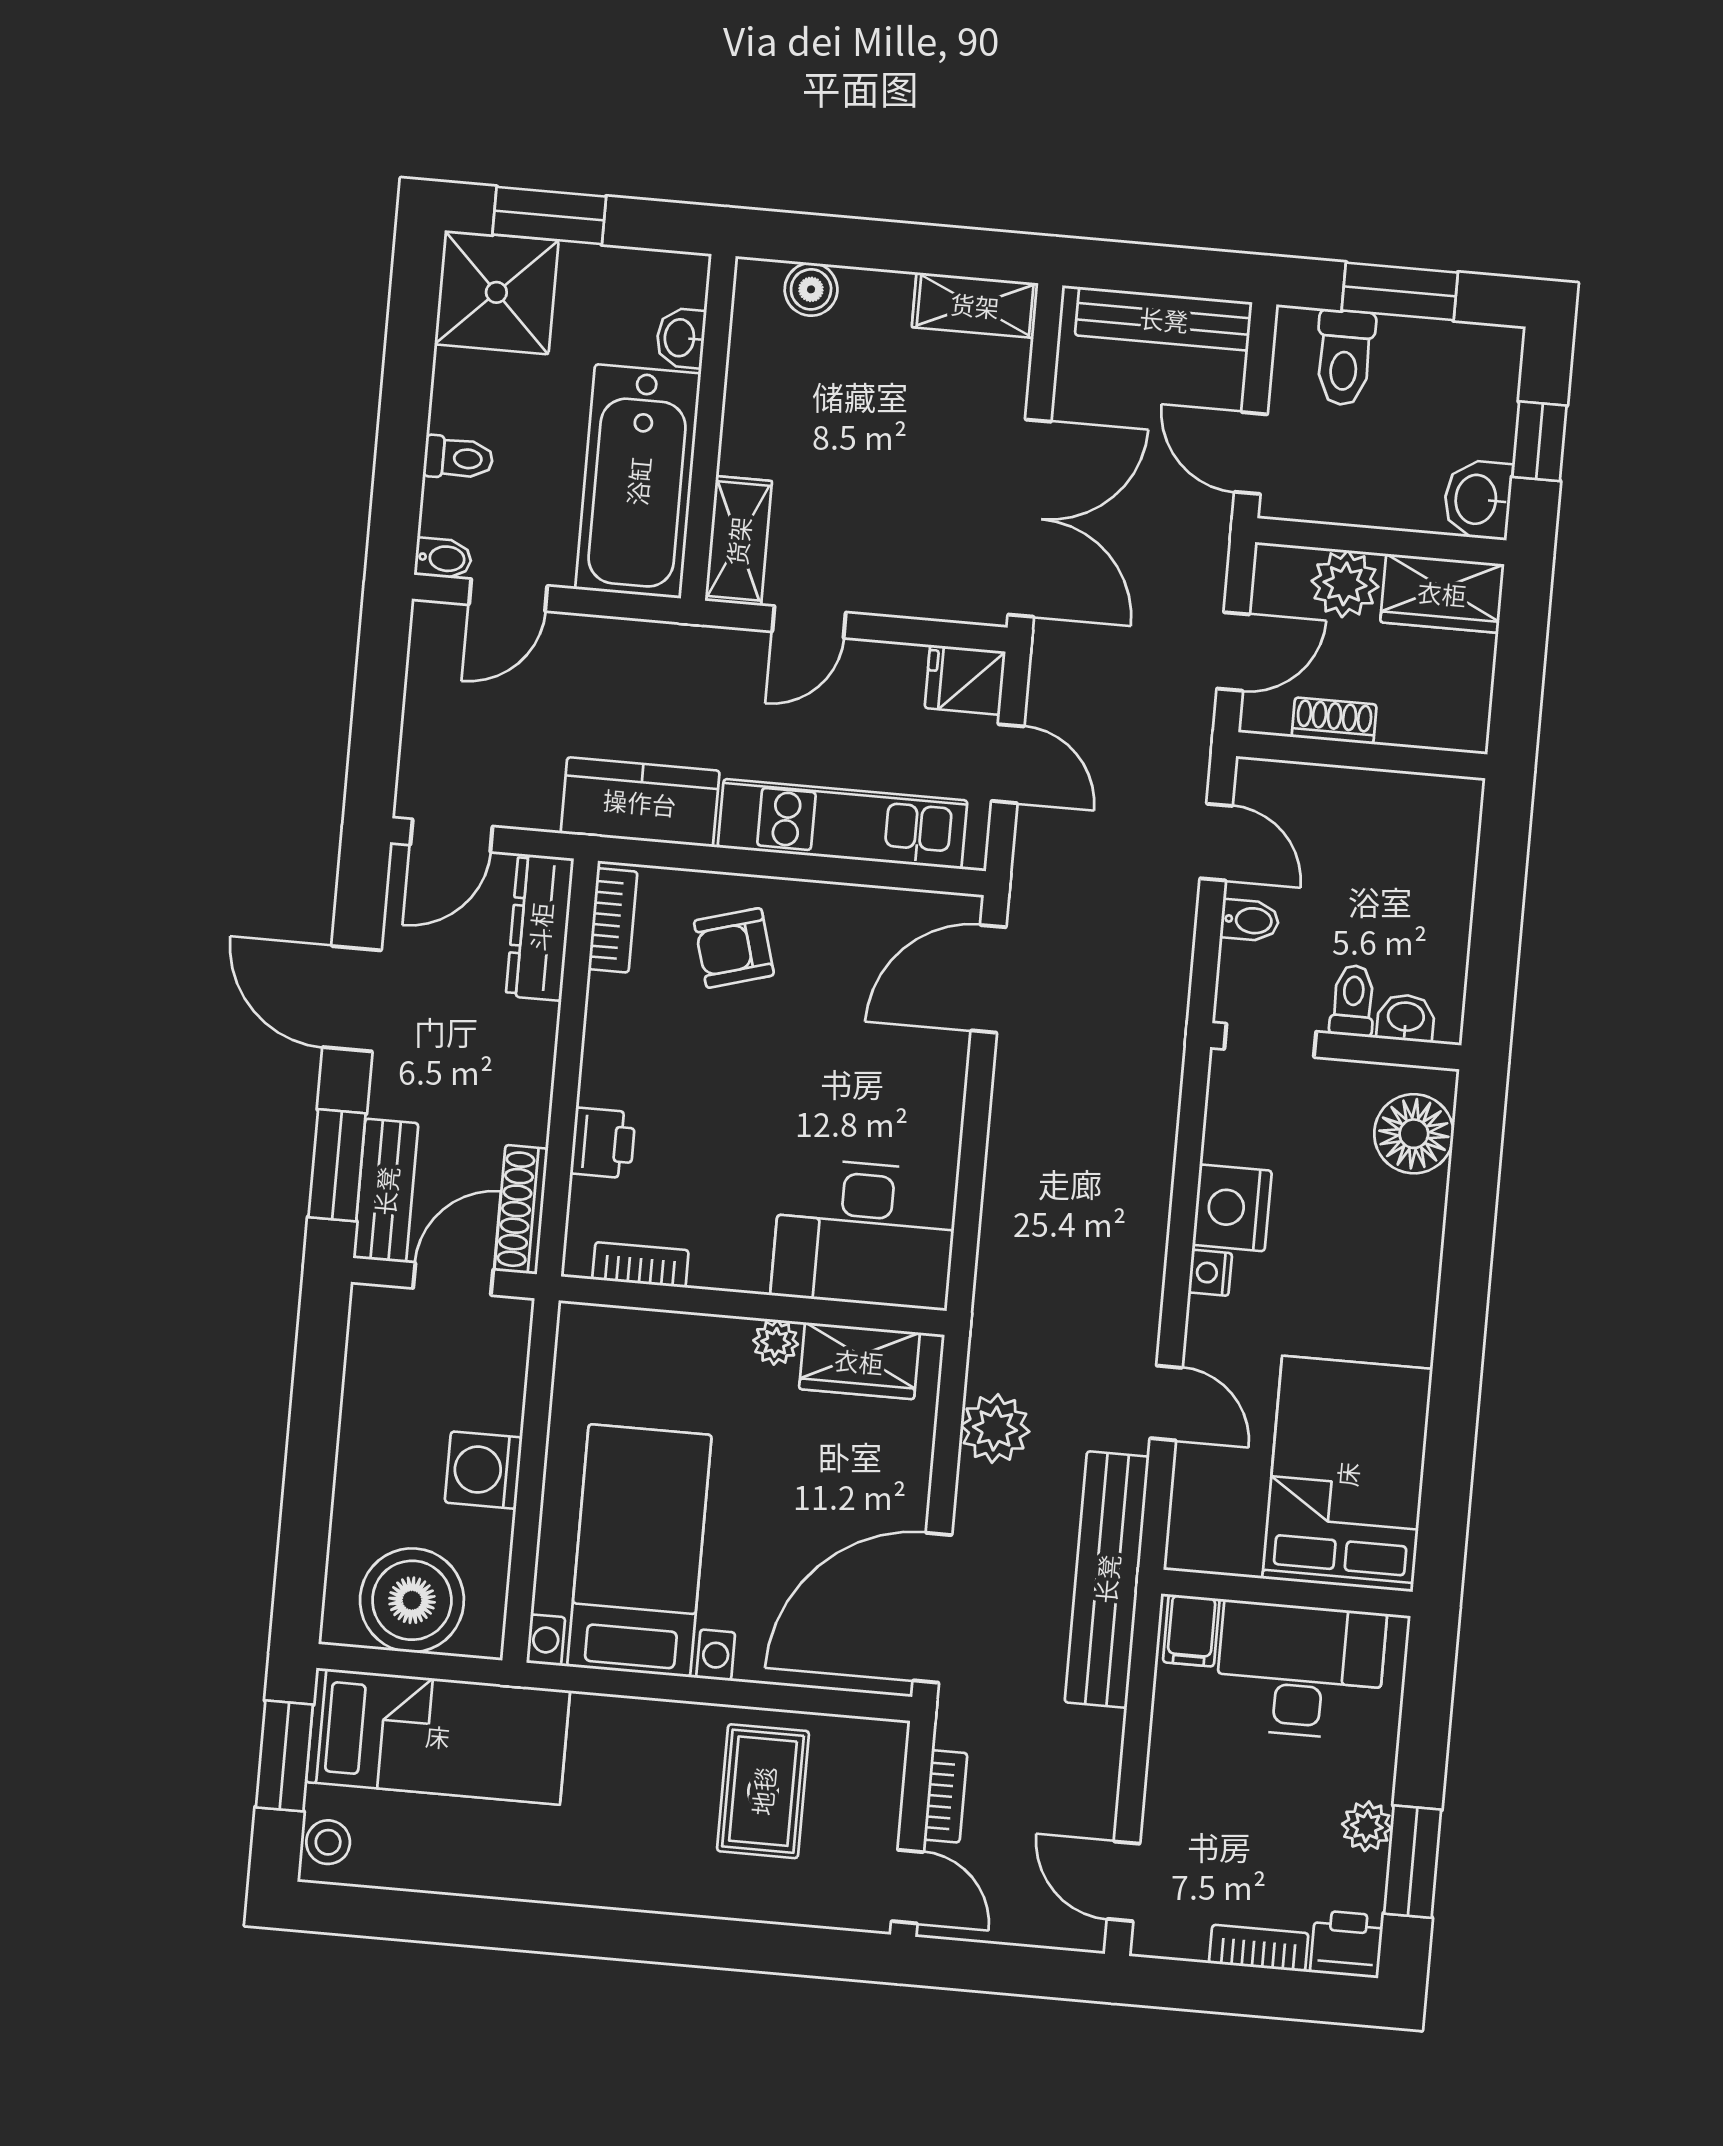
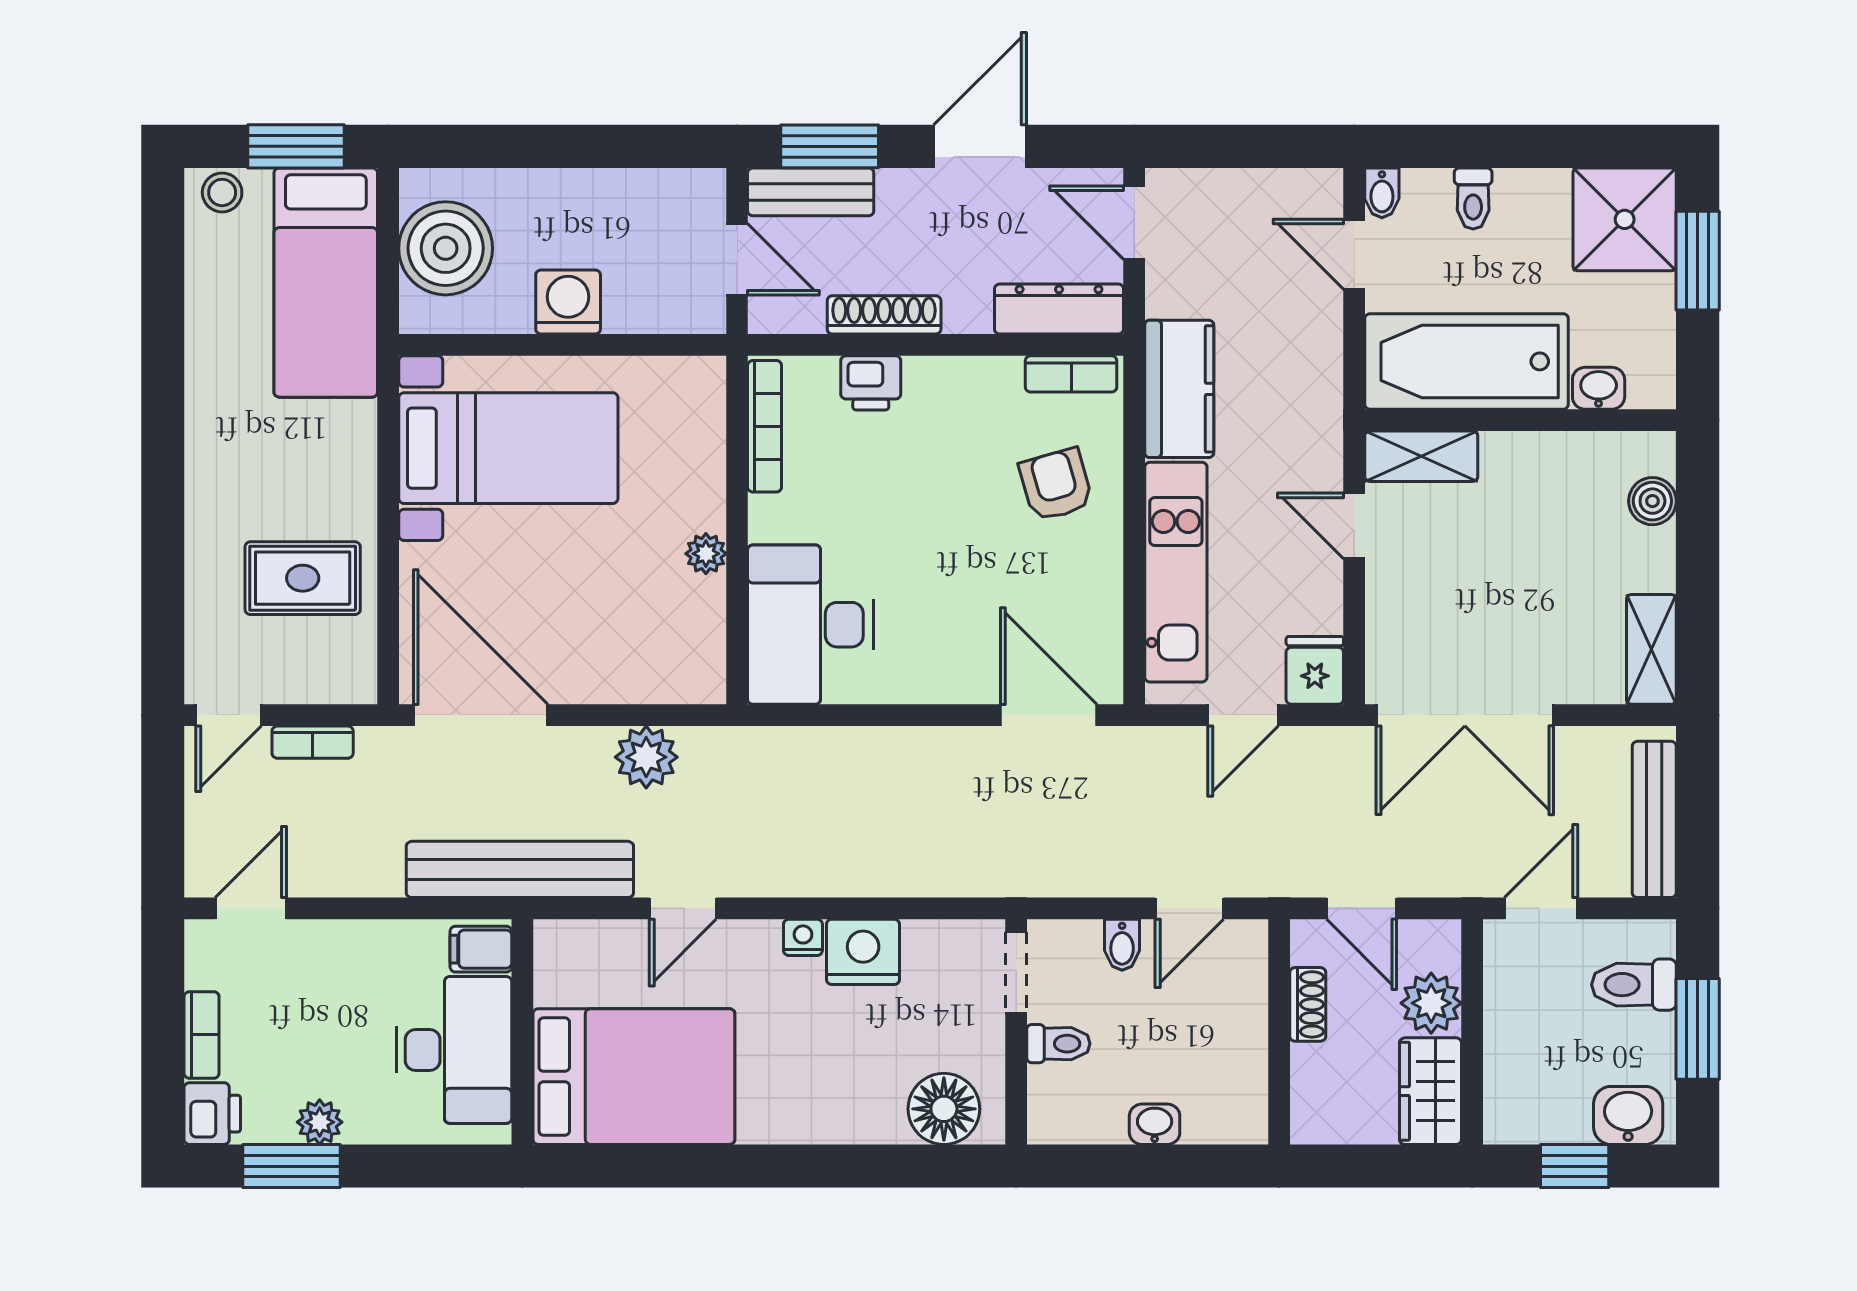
washbasin: (1478, 500) -> (1628, 1115), moved
washbasin: (1406, 1018) -> (1155, 1124), moved, turned -90
shoe rack: (521, 1210) -> (884, 315), moved
bookcase: (640, 1265) -> (765, 426), width x1.56
wardrobe: (859, 1361) -> (696, 630), removed

